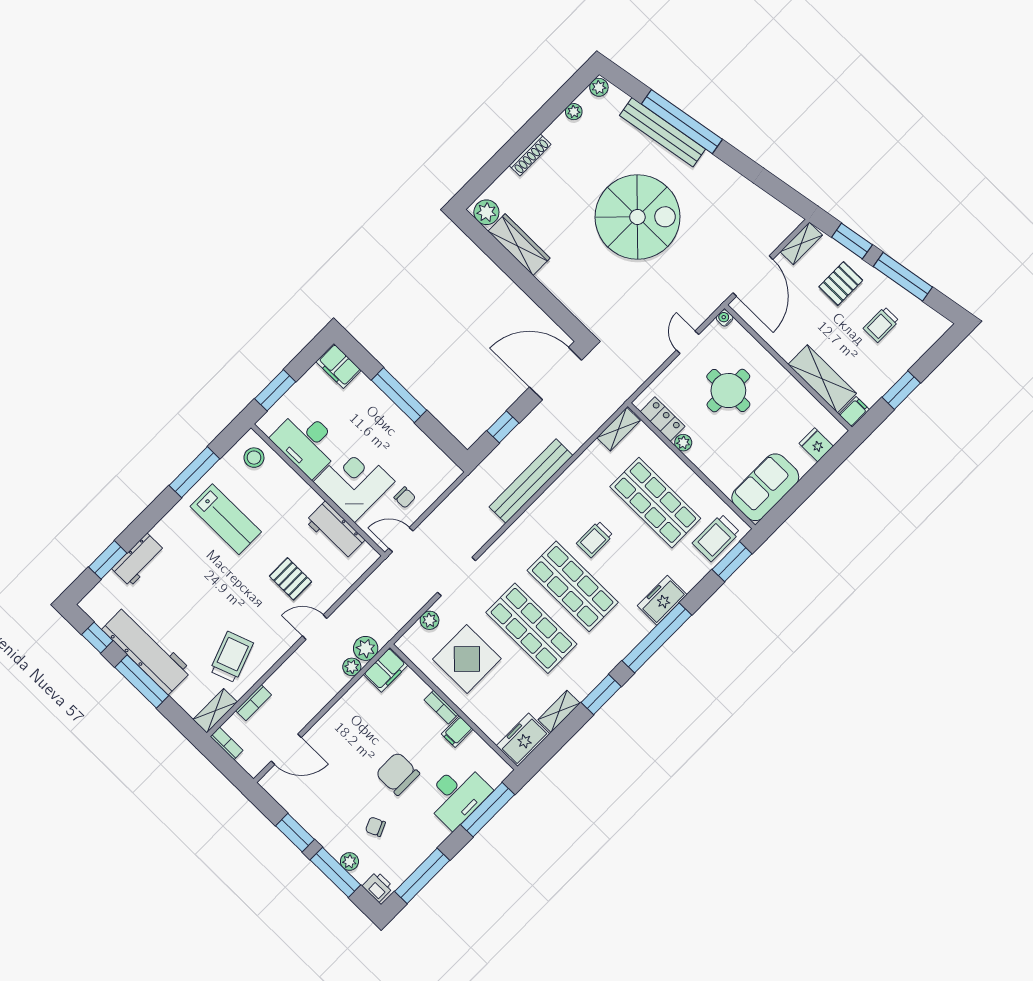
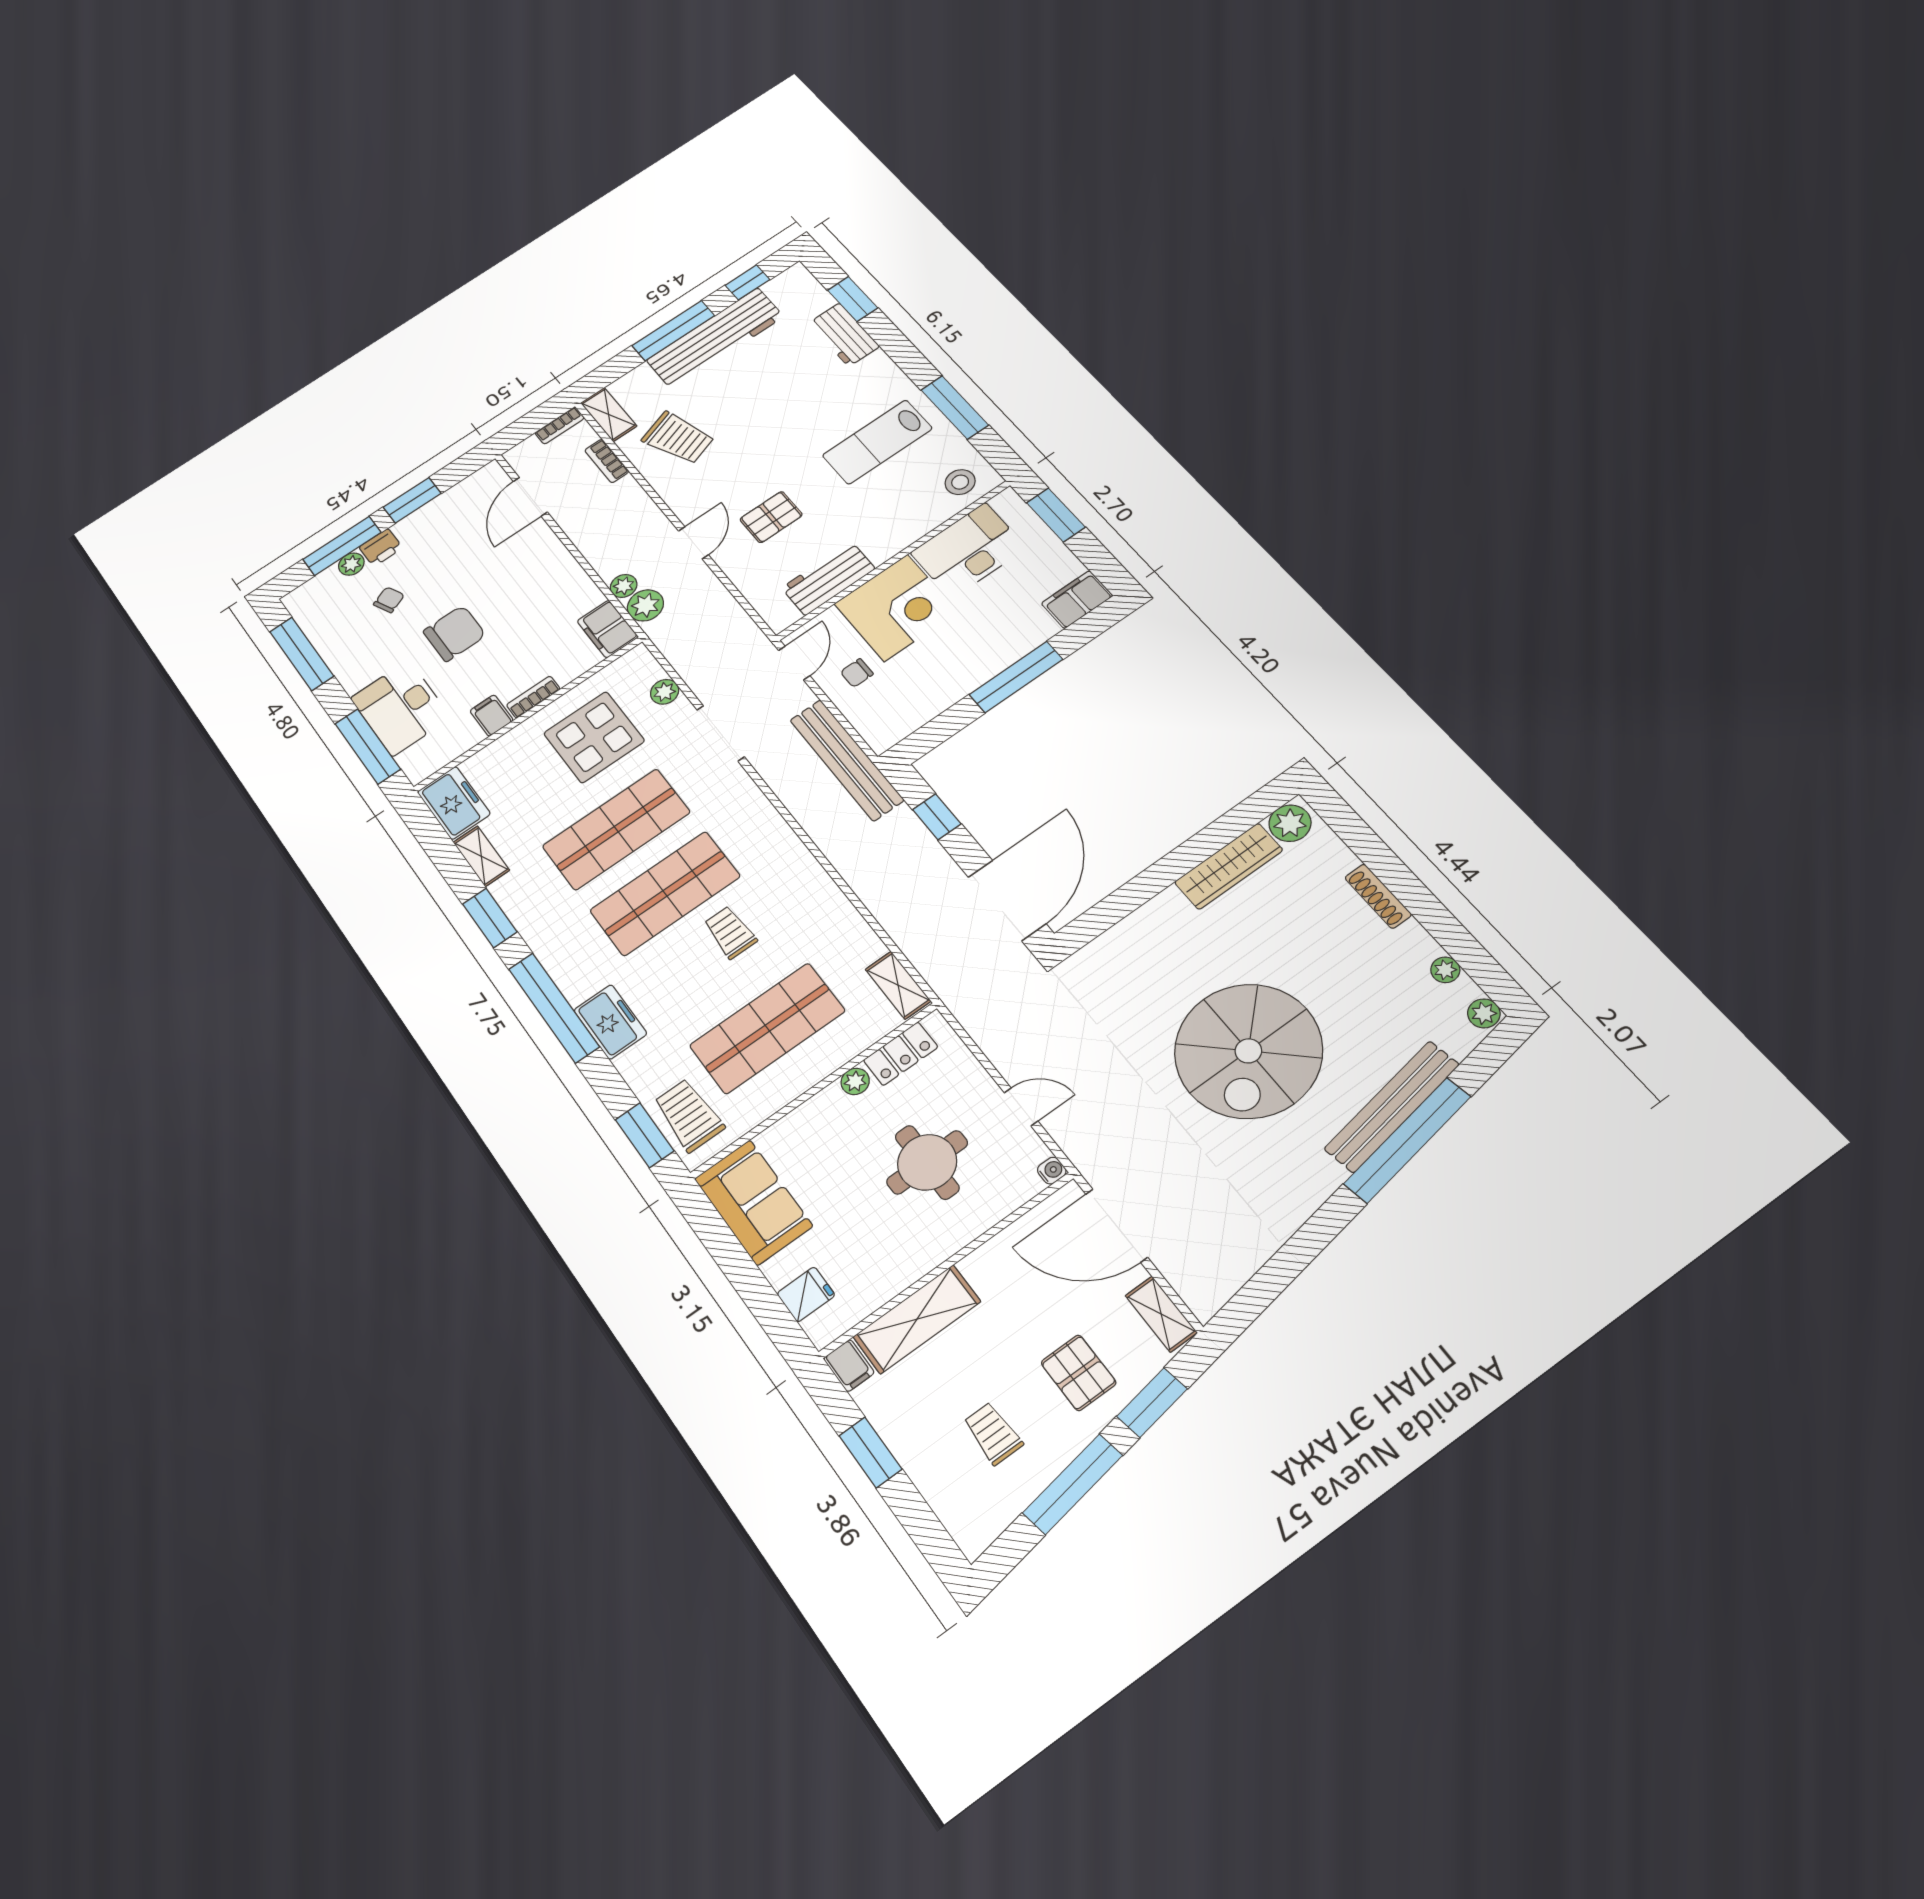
bench: (531, 481) -> (847, 760), moved
printer: (378, 887) -> (381, 548), moved

